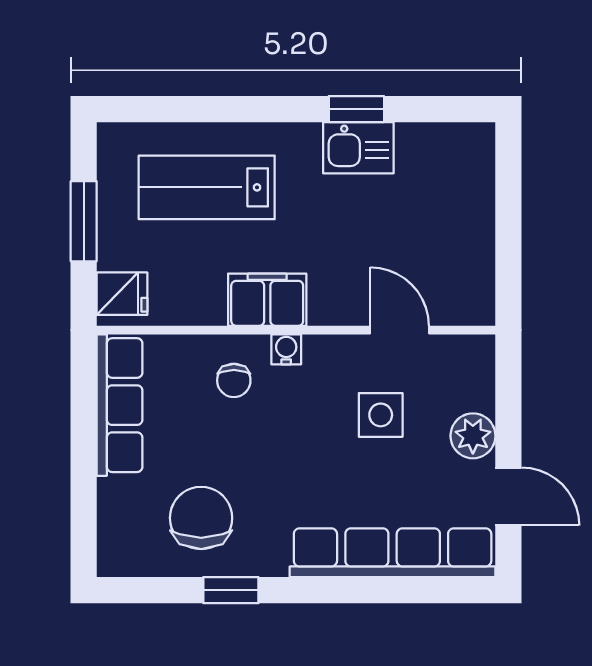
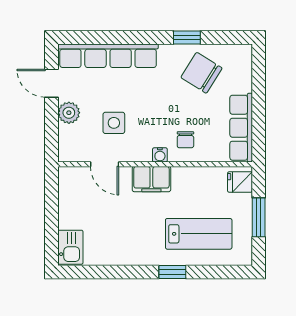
window: (356, 109) -> (172, 272), moved
kitchen sink: (358, 148) -> (70, 247), moved, turned 90
filing cabinet: (267, 300) -> (151, 179), moved
chair: (234, 380) -> (185, 140), turned 180
chair: (201, 518) -> (201, 73), turned 122

